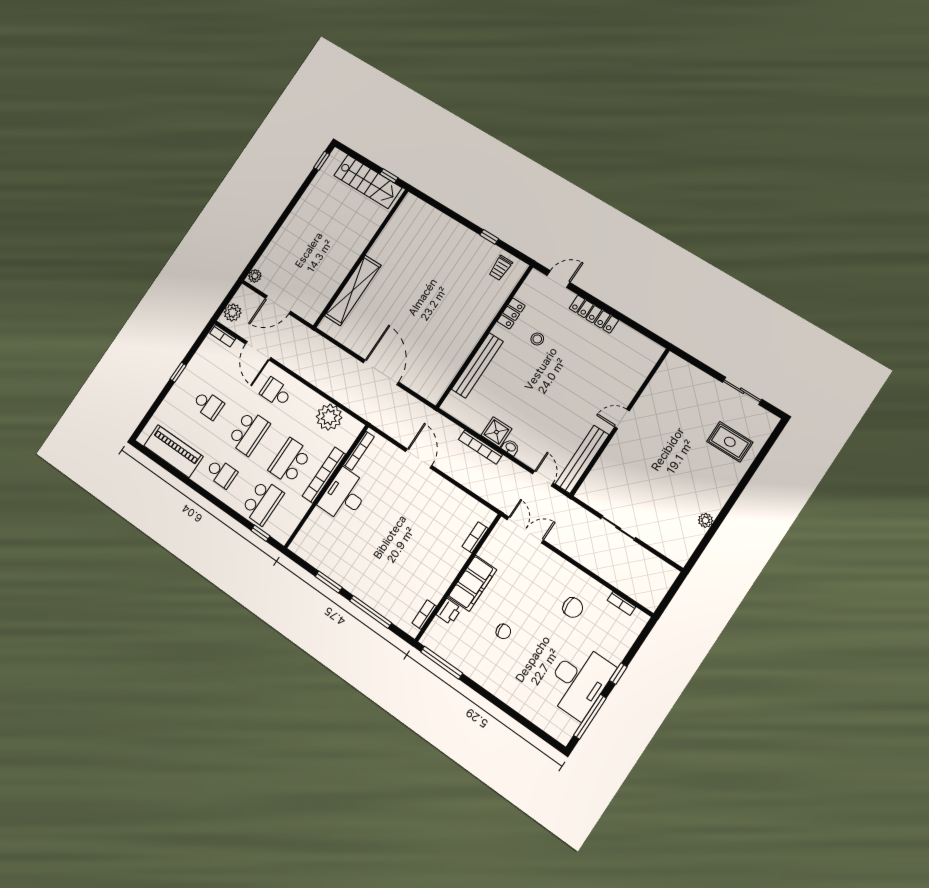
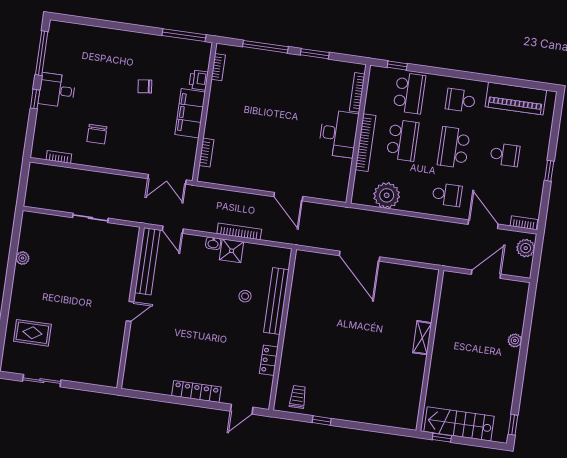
plant: (255, 276) -> (515, 340), moved
shelving: (353, 290) -> (422, 338), width x0.45, depth x0.75
stool: (537, 339) -> (245, 296), moved
school desk: (208, 405) -> (505, 155), turned 180
bookcase: (359, 451) -> (357, 92), moved
school desk: (262, 502) -> (409, 93), turned 180
chair: (573, 608) -> (97, 134), turned -89
desk: (579, 681) -> (57, 90), width x0.53, depth x0.77

